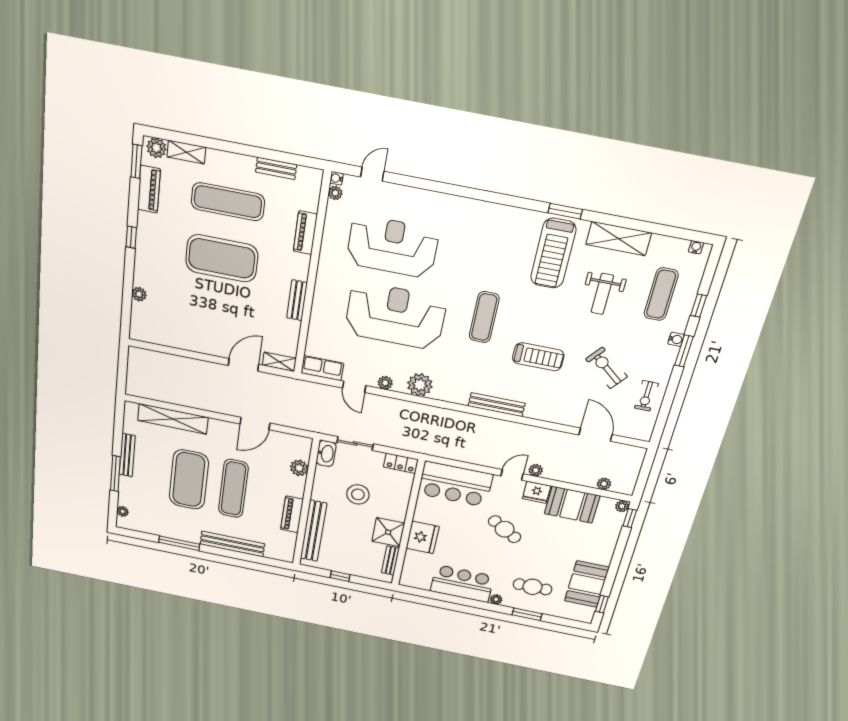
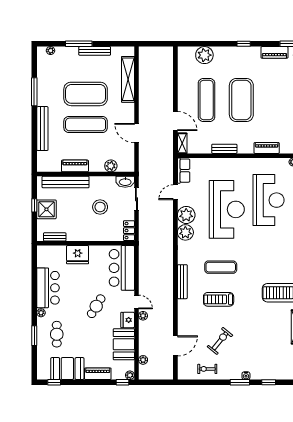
exercise mat: (228, 202) -> (207, 100), moved
plant: (139, 294) -> (204, 55), width x1.87, depth x1.87
weight bench: (602, 294) -> (265, 326), removed
exercise mat: (661, 294) -> (271, 359), removed
exercise mat: (484, 317) -> (221, 267), moved
treadmill: (538, 357) -> (219, 299), turned 90
plant: (385, 383) -> (186, 215), width x1.88, depth x1.88
shower: (388, 532) -> (46, 209), moved
piano: (606, 547) -> (98, 374), added

